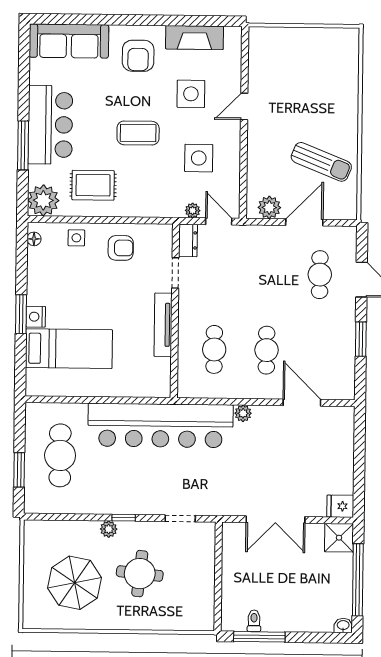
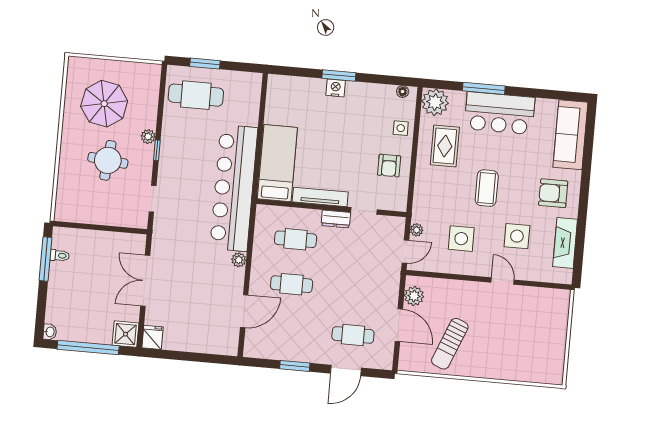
dresser: (188, 240) -> (336, 219), moved
bed: (69, 349) -> (277, 163), moved, turned 180
cafe table: (60, 455) -> (196, 95), moved

